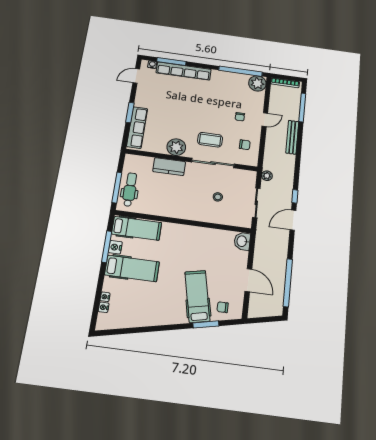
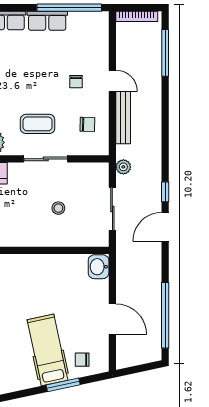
row of seats: (225, 77) -> (47, 21), added
plant: (257, 83) -> (96, 24), removed
door: (265, 120) -> (112, 81), hinge flipped
bench: (292, 137) -> (123, 118), moved
sliding door: (213, 163) -> (46, 159), width x0.73

